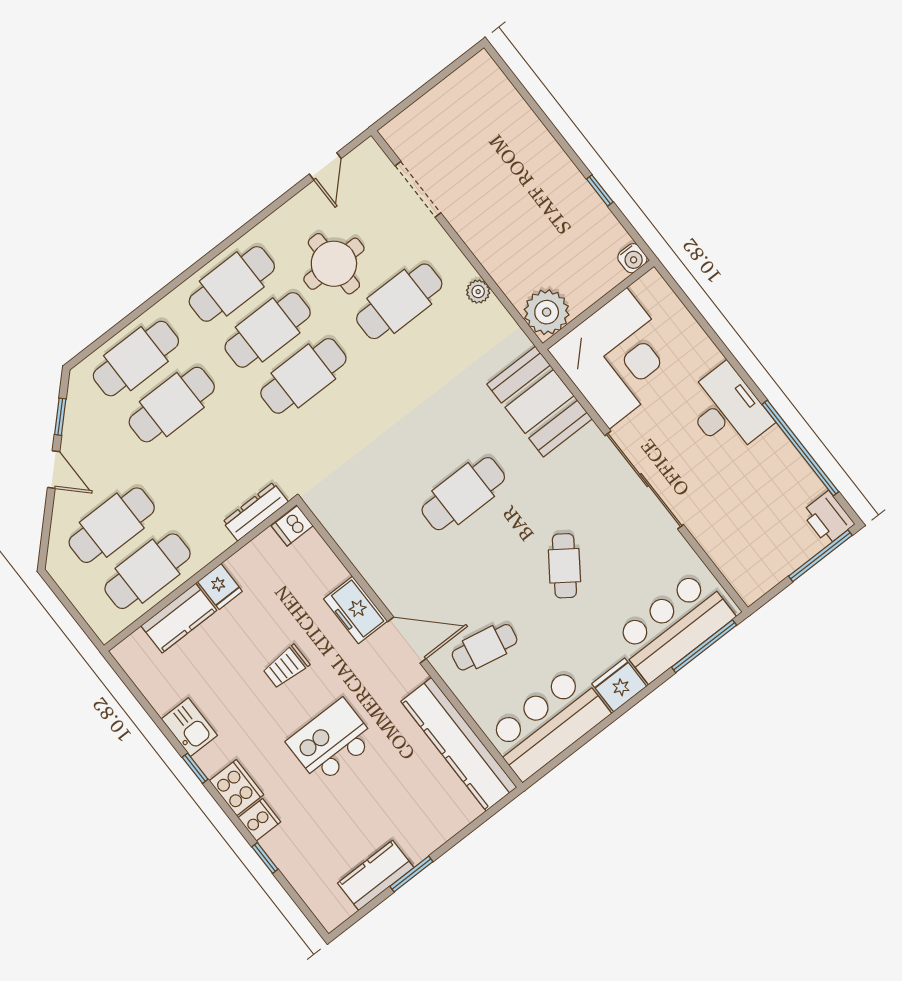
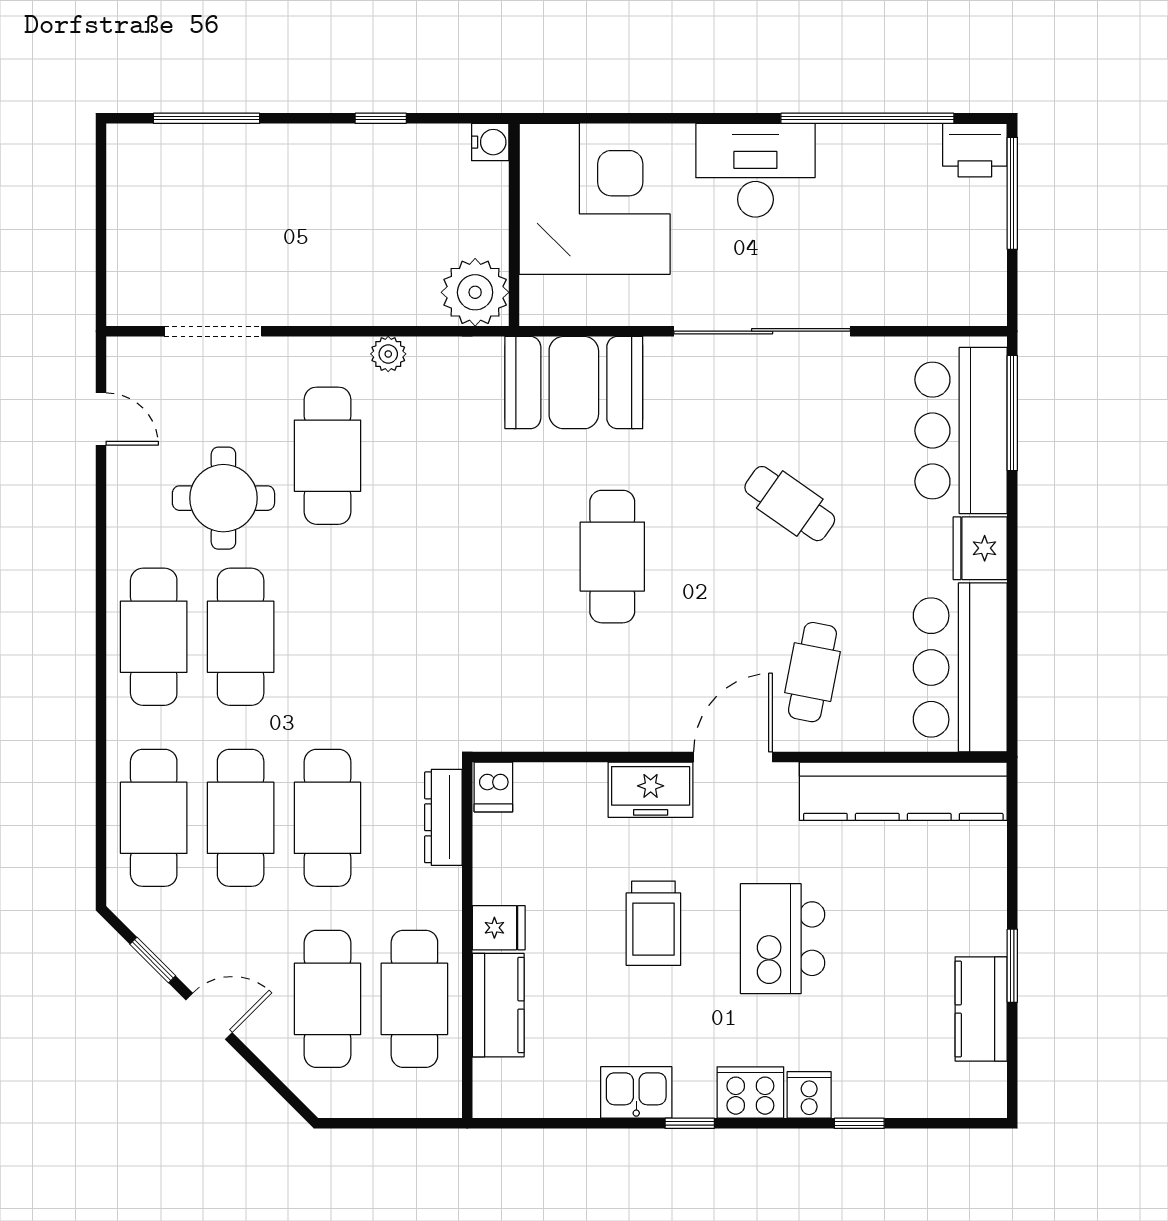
window: (528, 98) -> (206, 118), added
corner desk: (618, 358) -> (595, 199), moved
cafe table: (303, 376) -> (327, 818), moved
trolley: (286, 667) -> (653, 923), width x1.36, depth x1.39

